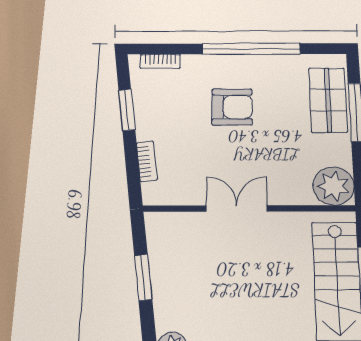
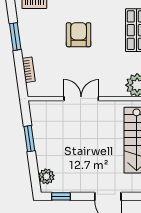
armchair: (232, 107) -> (79, 35), turned -90

